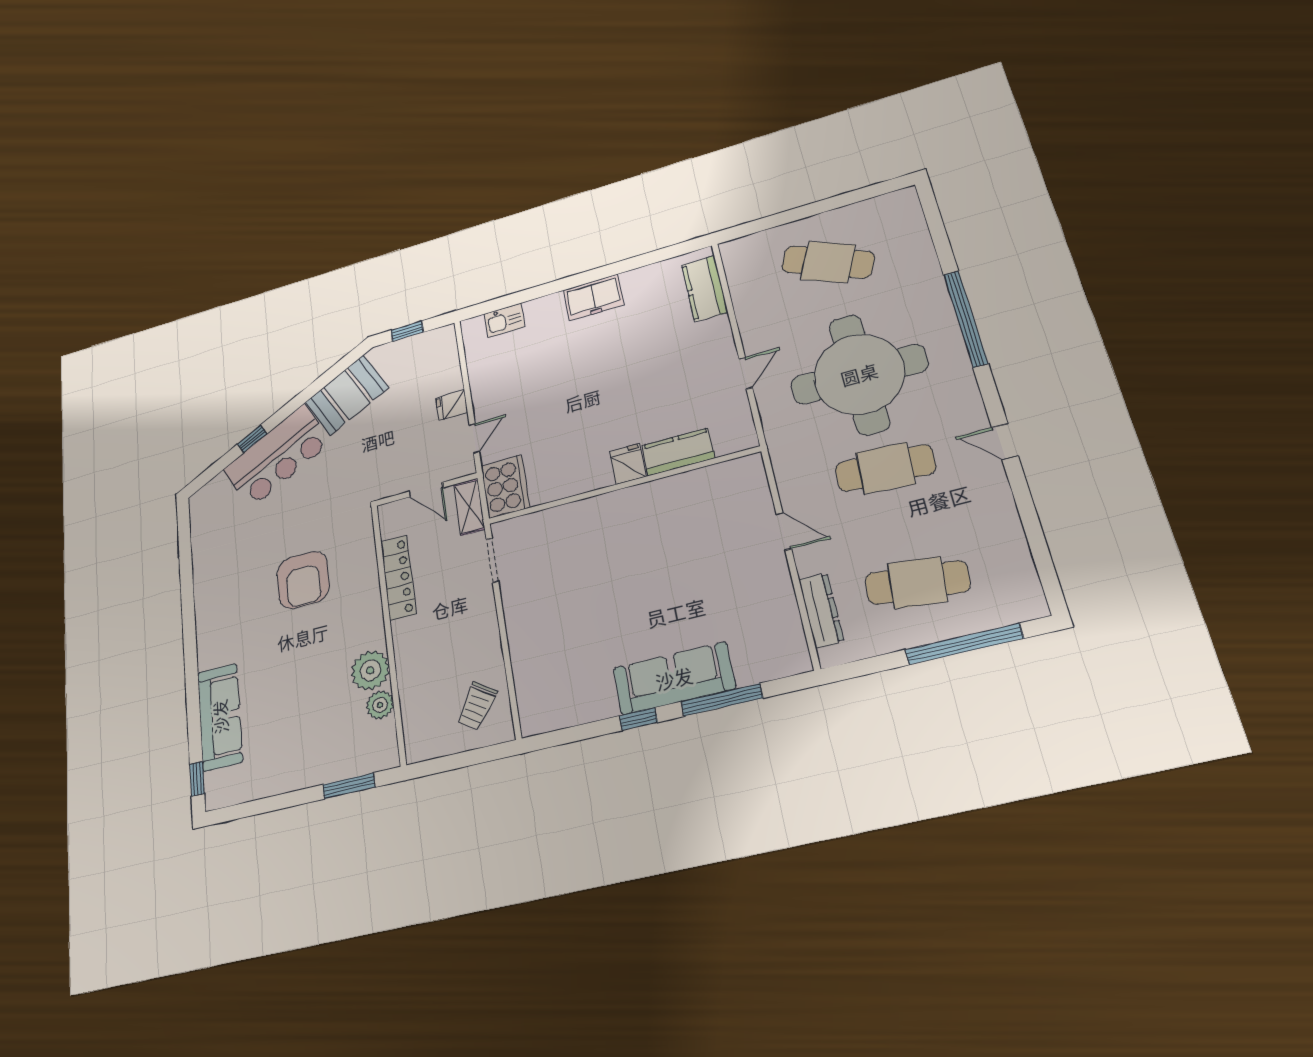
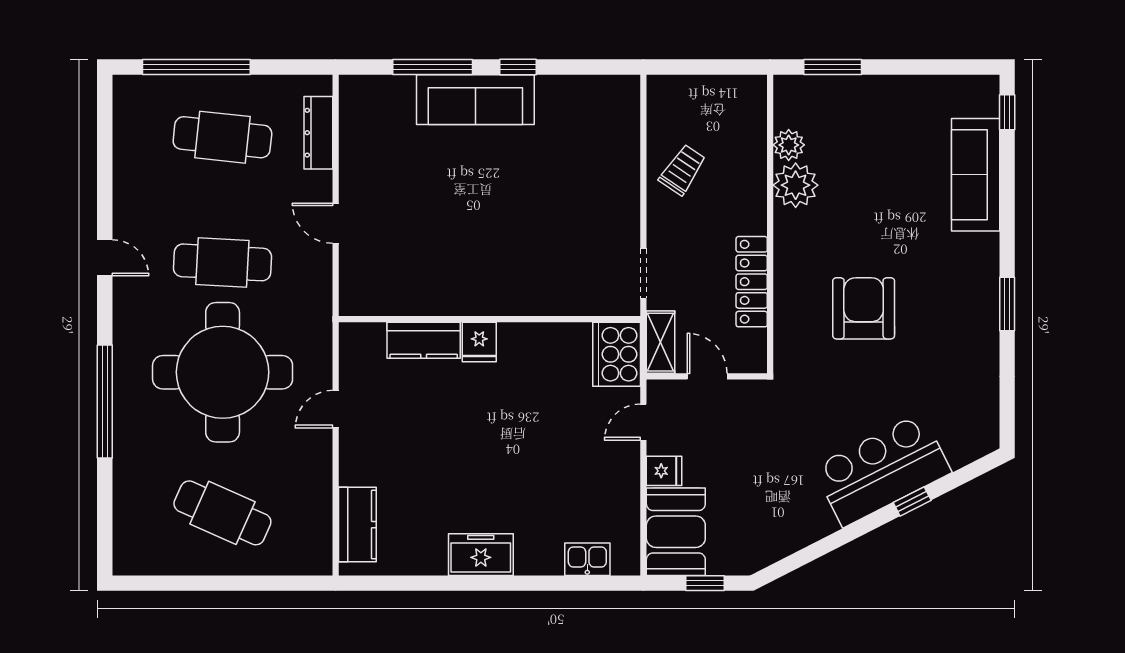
booth: (347, 395) -> (676, 532), moved, turned -63
window: (188, 614) -> (1007, 304), added
trolley: (477, 706) -> (682, 170), moved

